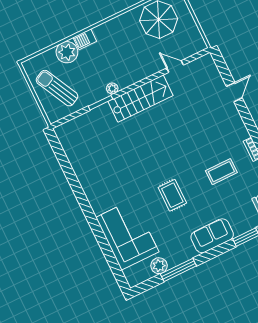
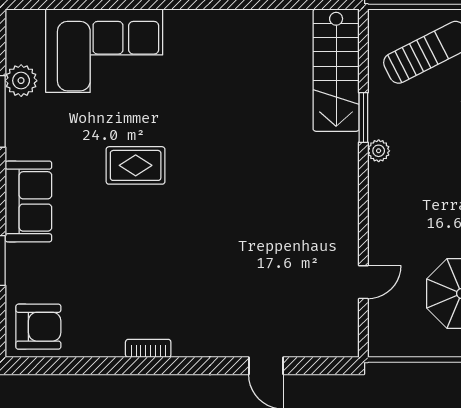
stairs: (141, 99) -> (336, 70), moved
coffee table: (221, 172) -> (135, 274), removed

